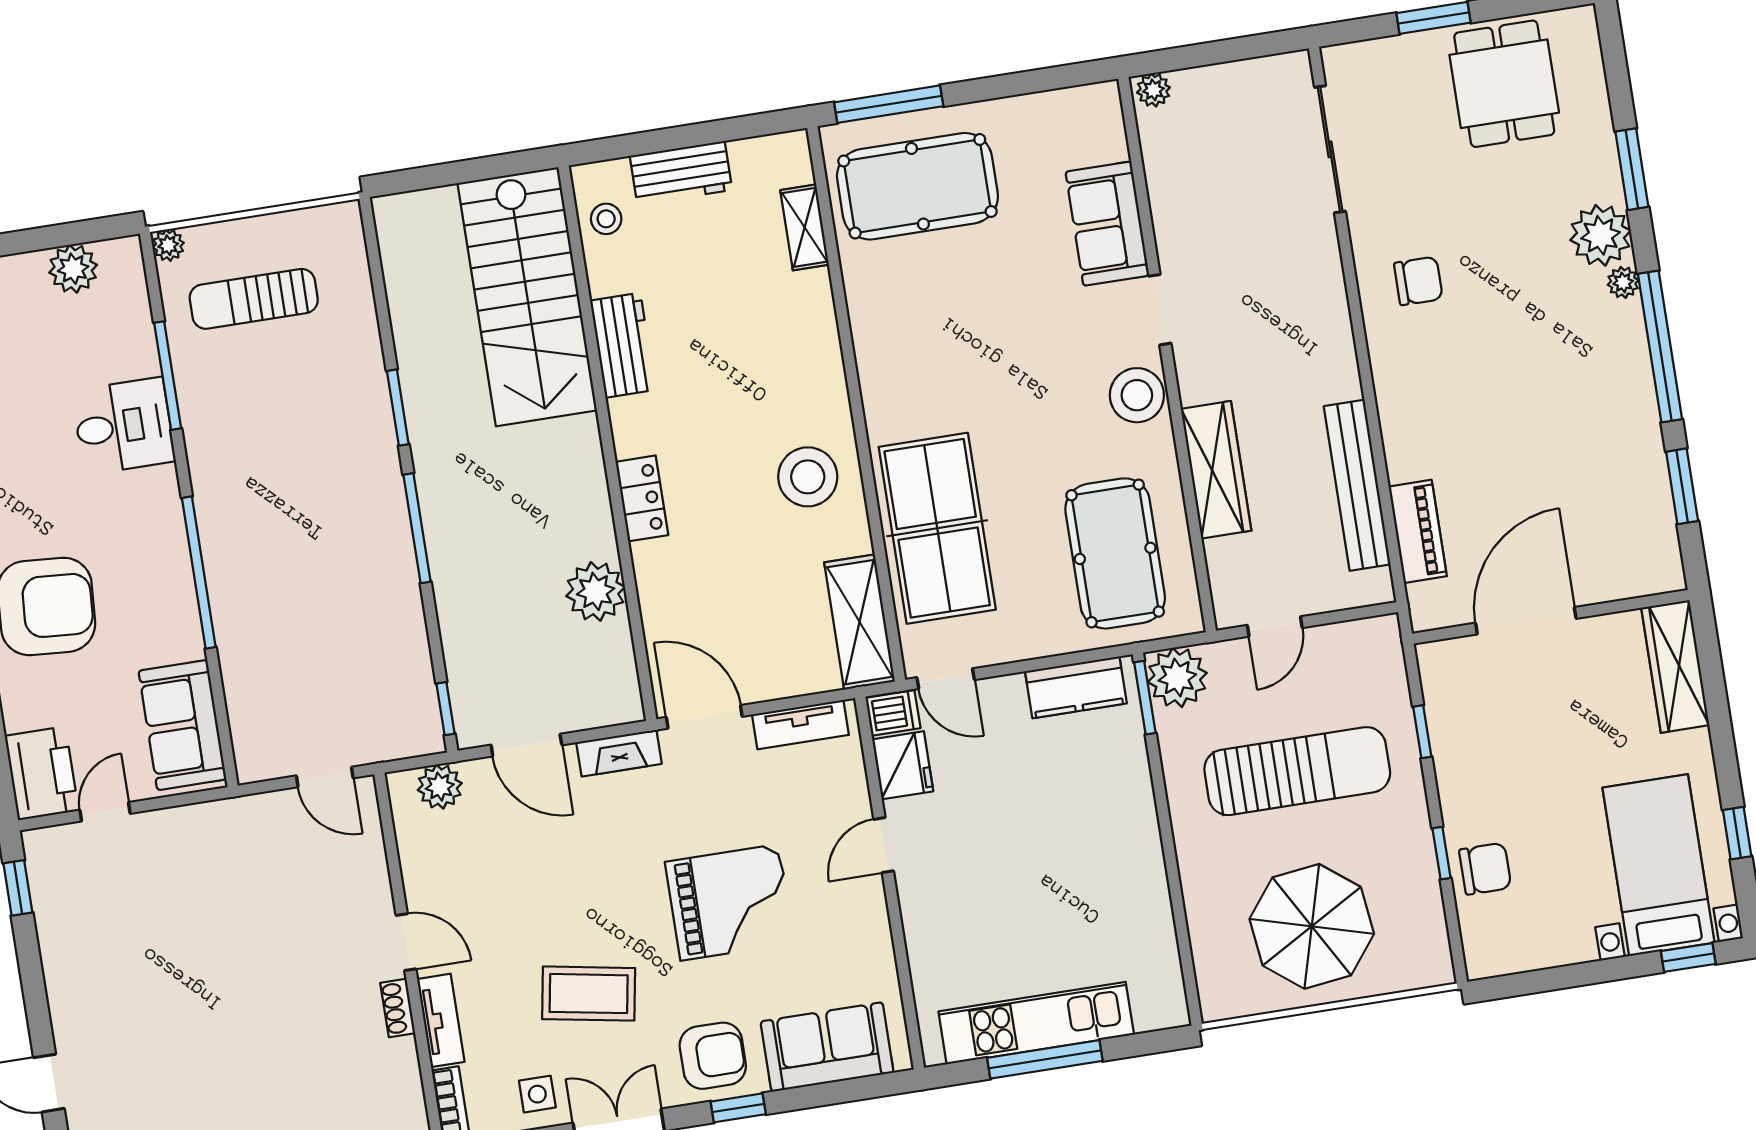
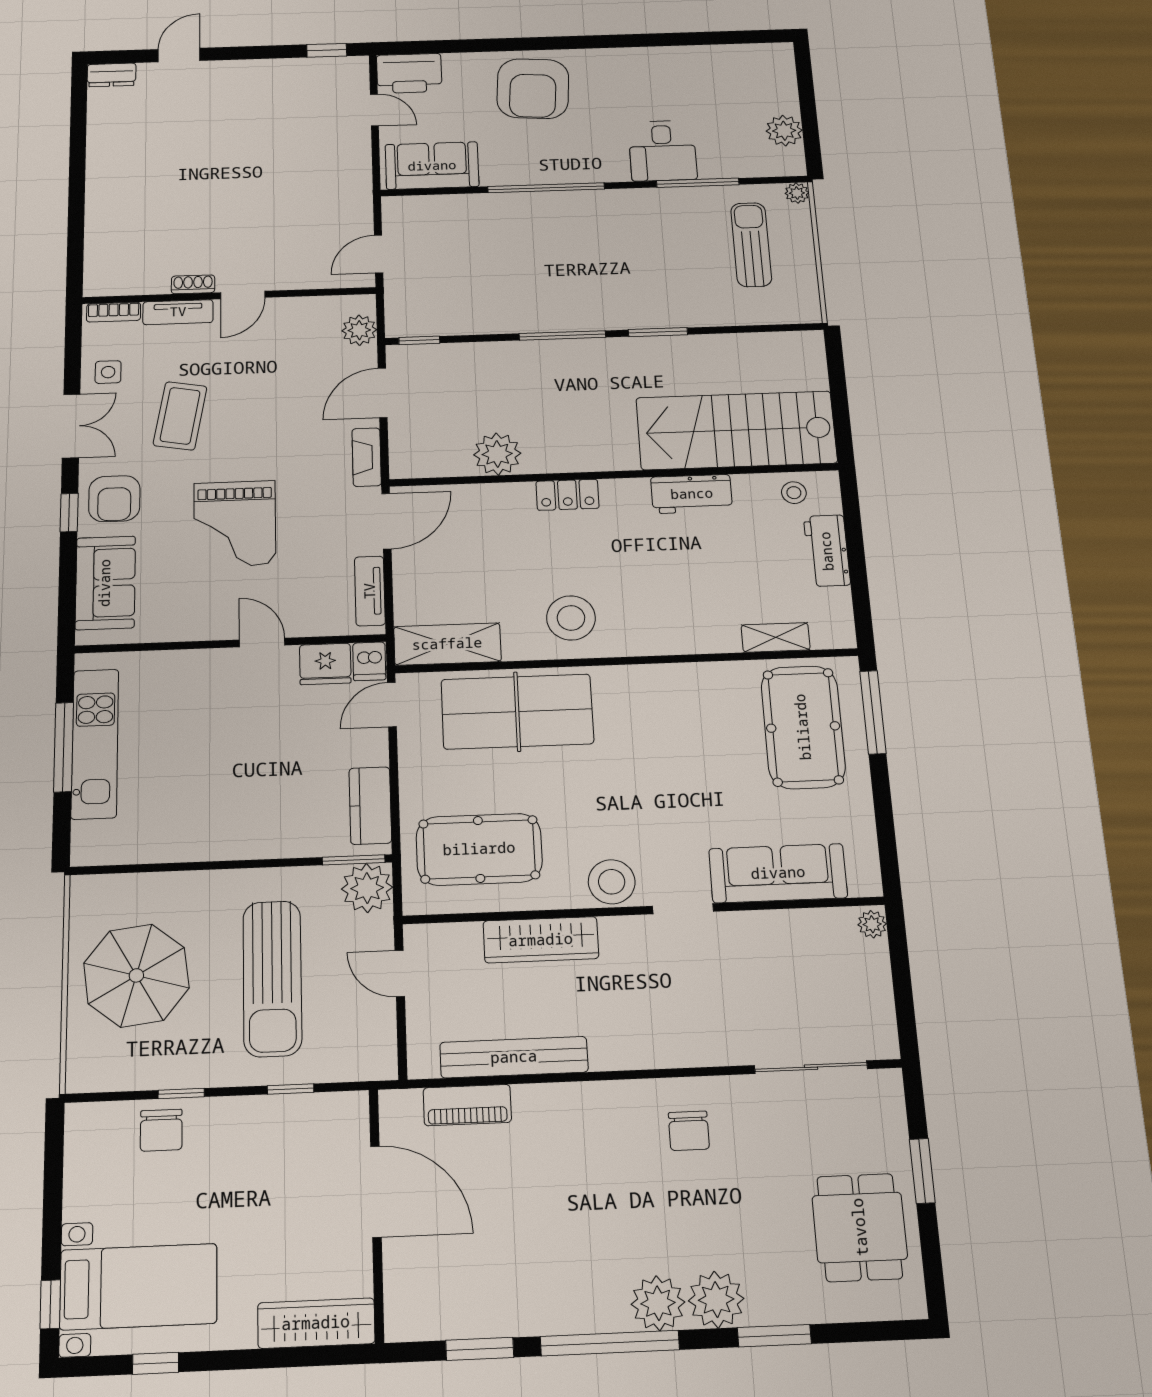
dining table: (1504, 84) -> (860, 1227), turned 90
sofa: (1107, 224) -> (778, 873), width x1.36
plant: (1623, 282) -> (658, 1303), width x1.88, depth x1.88

